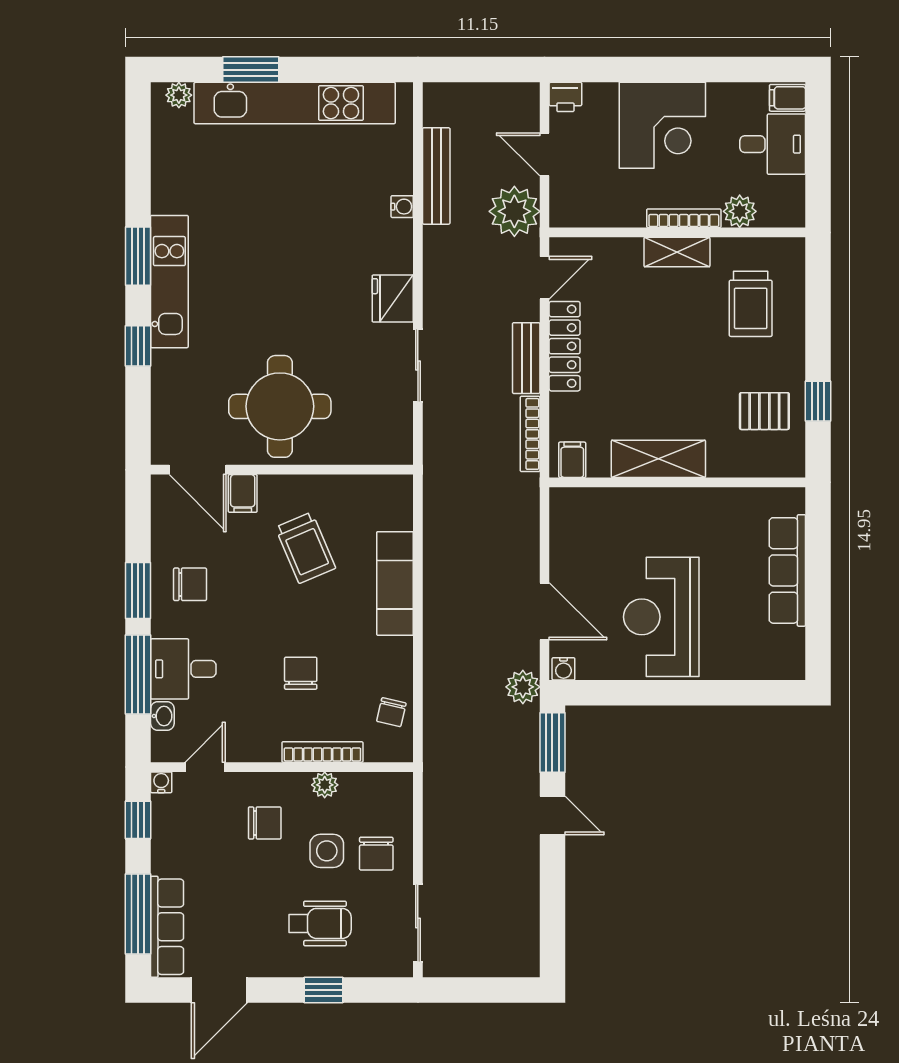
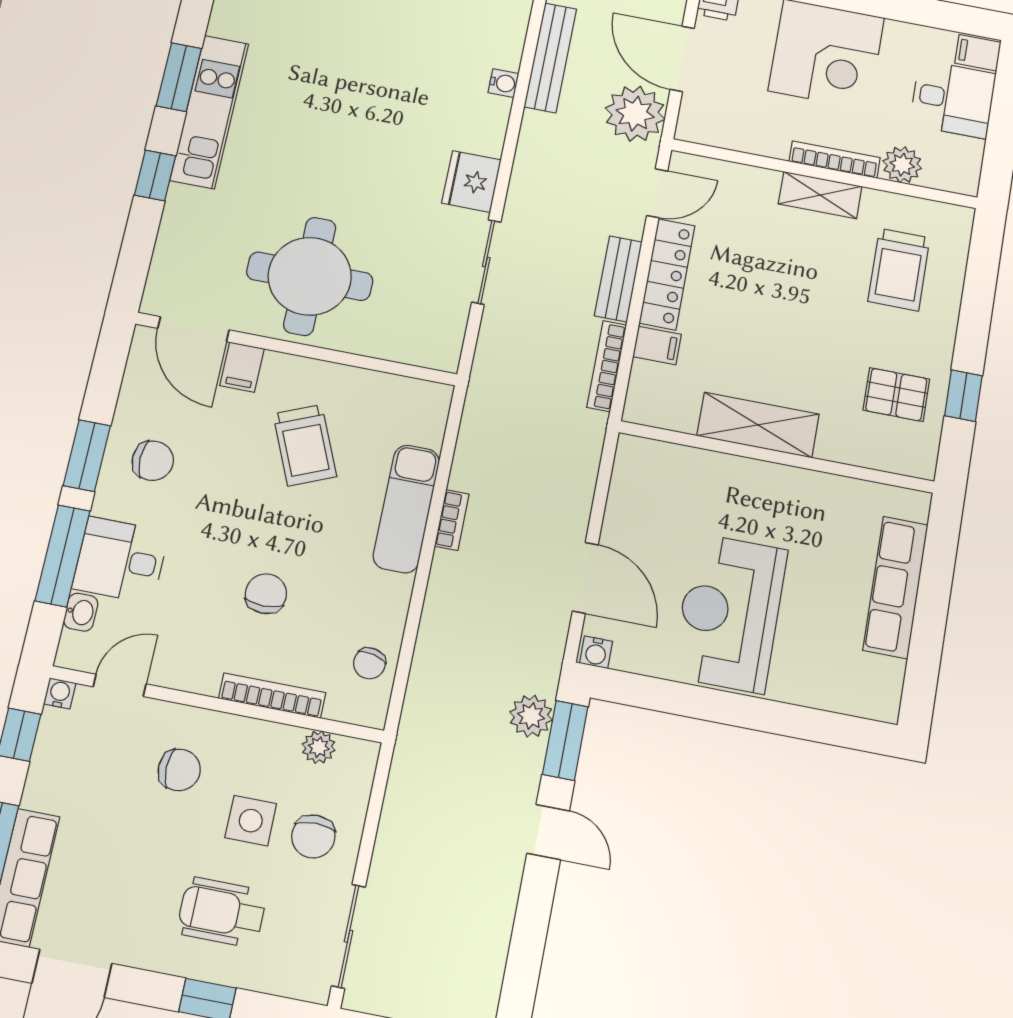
door: (544, 154) -> (682, 59), width x1.38
filing cabinet: (572, 460) -> (657, 345), moved, turned 90
bookcase: (432, 585) -> (452, 520), added
plant: (523, 687) -> (531, 716), moved
plant: (325, 785) -> (319, 747), moved
wheelchair: (320, 923) -> (222, 912), turned 180

